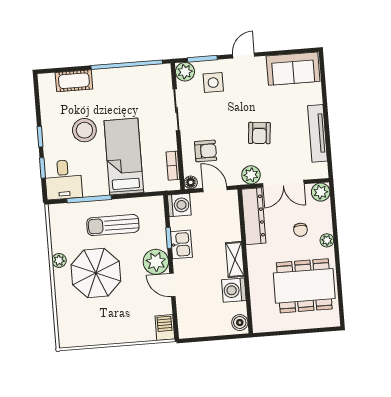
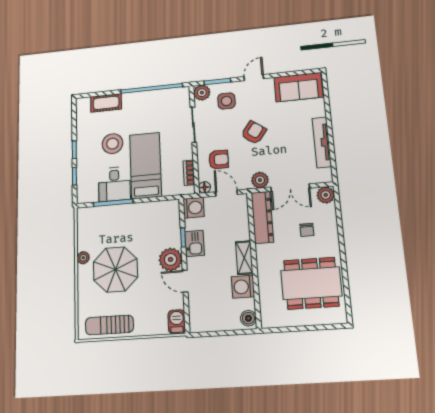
armchair: (259, 133) -> (254, 133), moved, turned -149
desk: (63, 180) -> (114, 184), moved
sun lounger: (113, 225) -> (109, 325), moved
plant: (327, 240) -> (333, 240), removed

